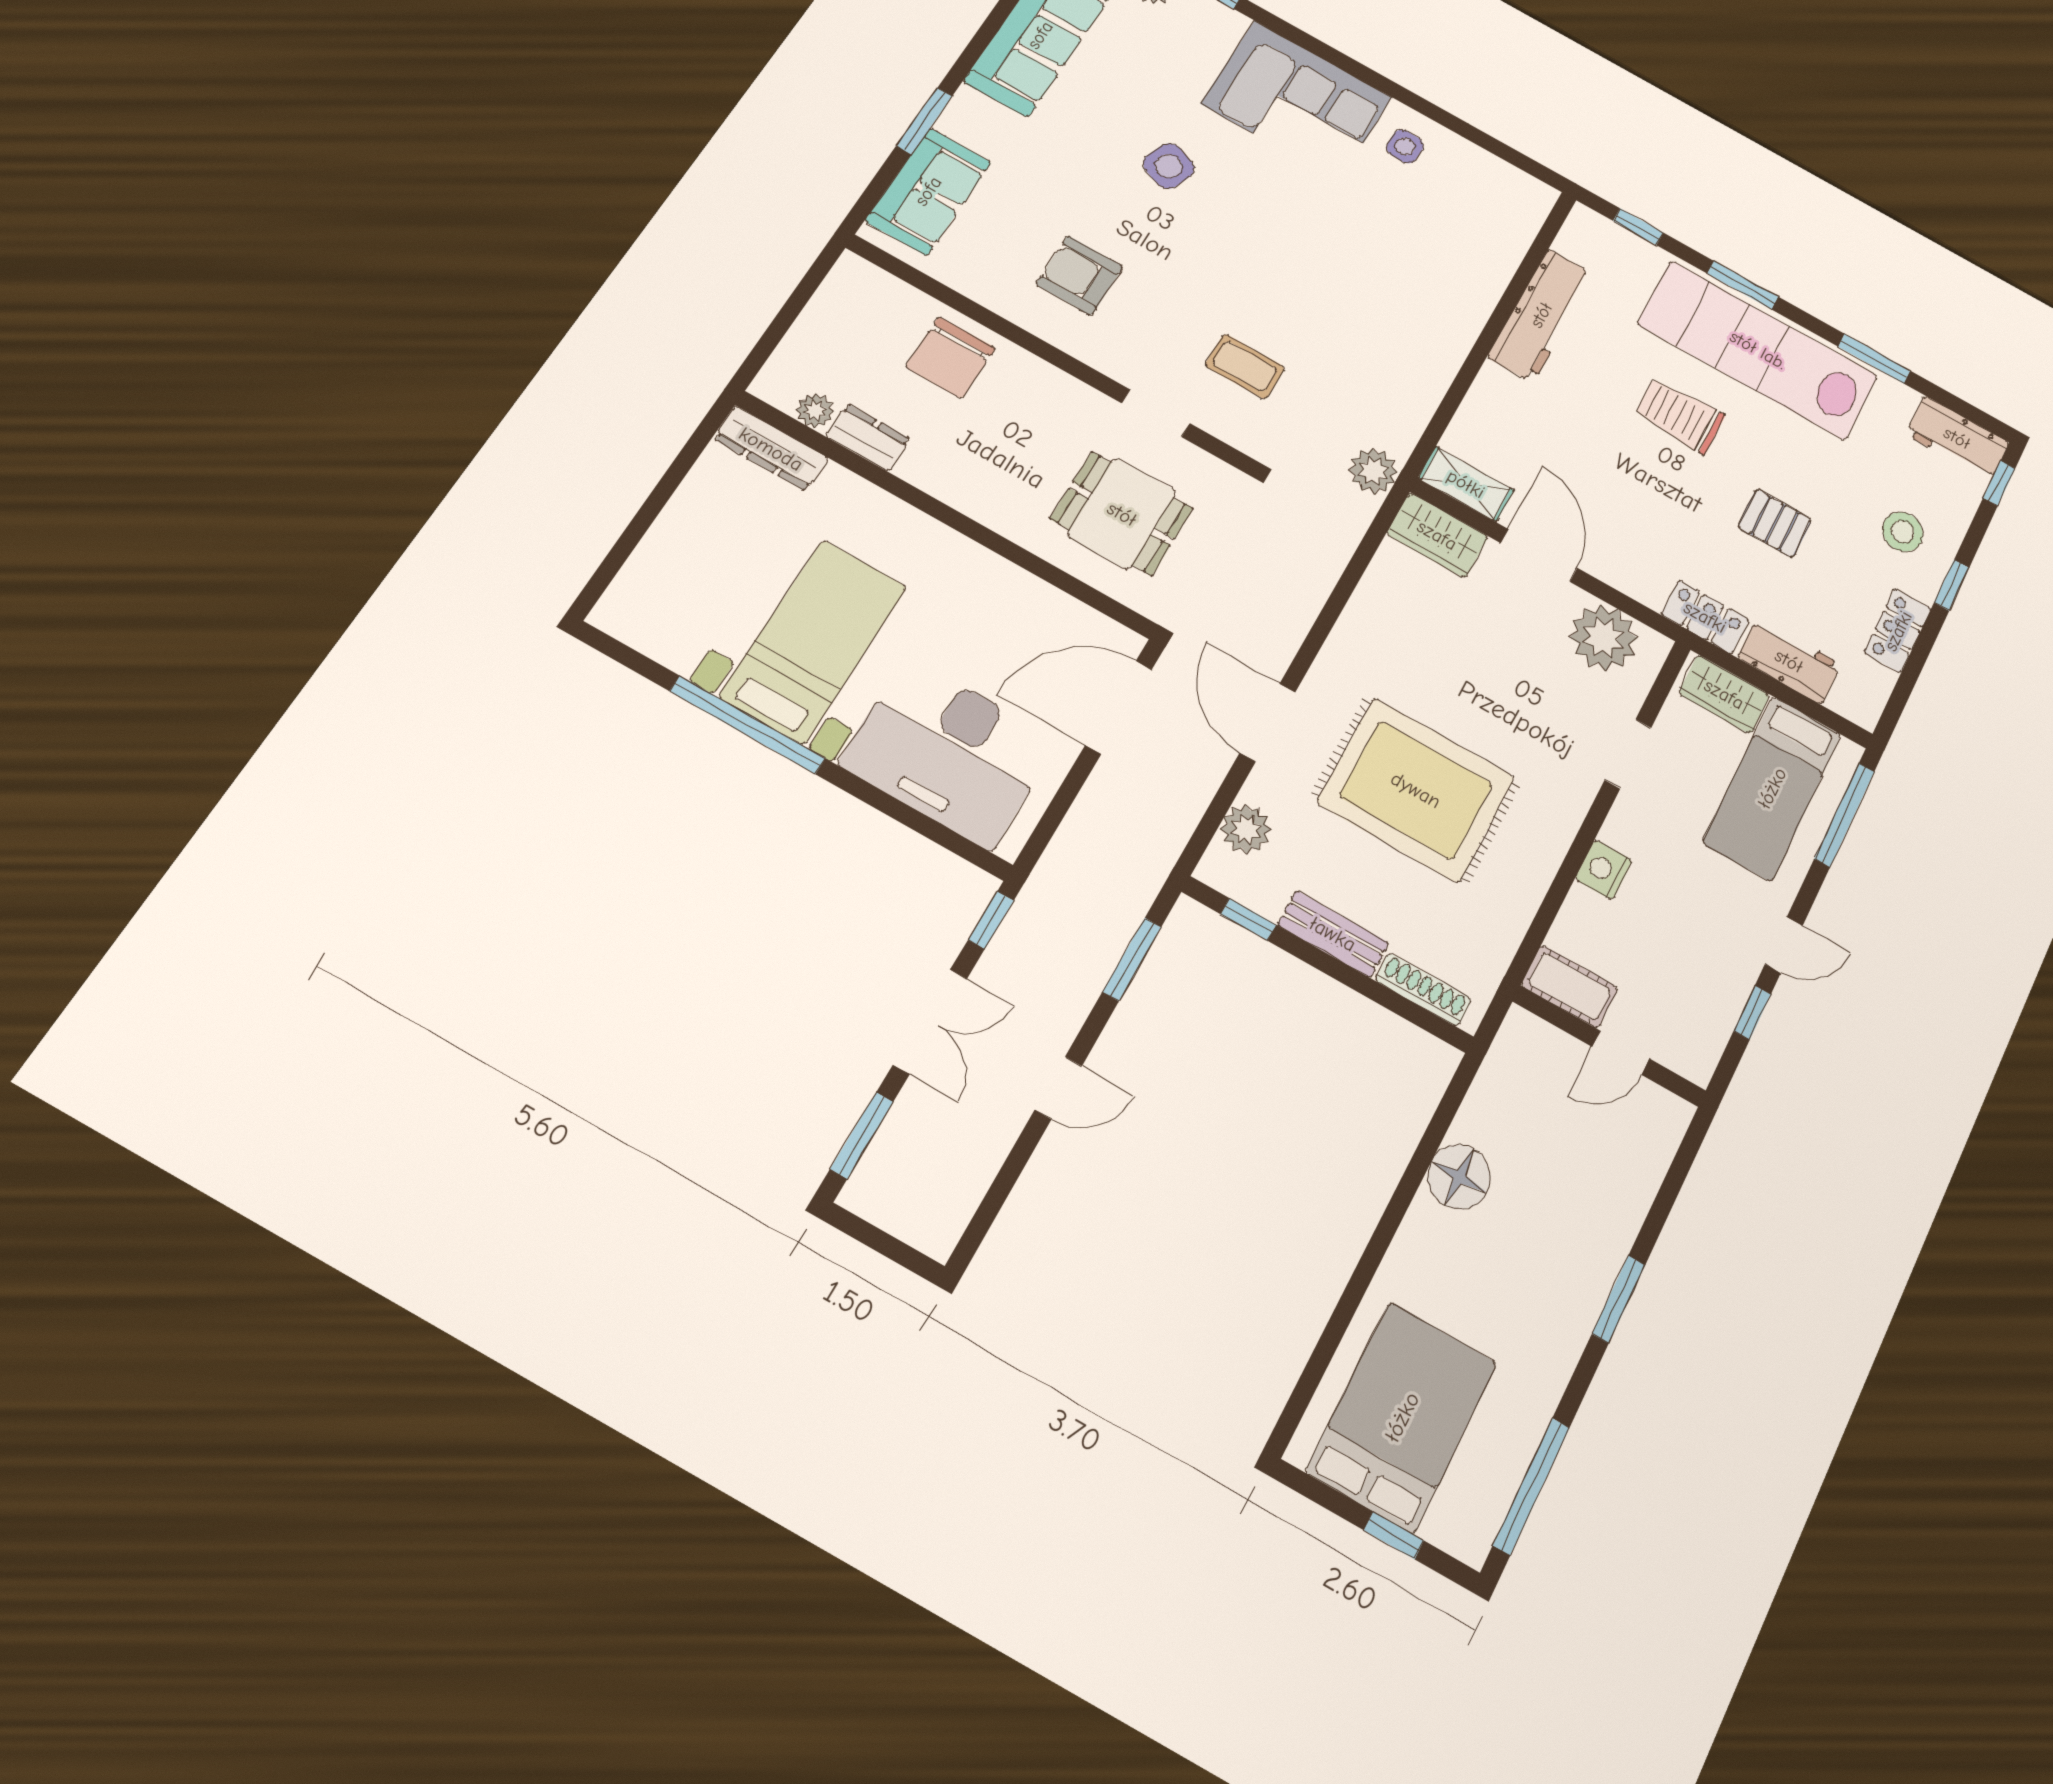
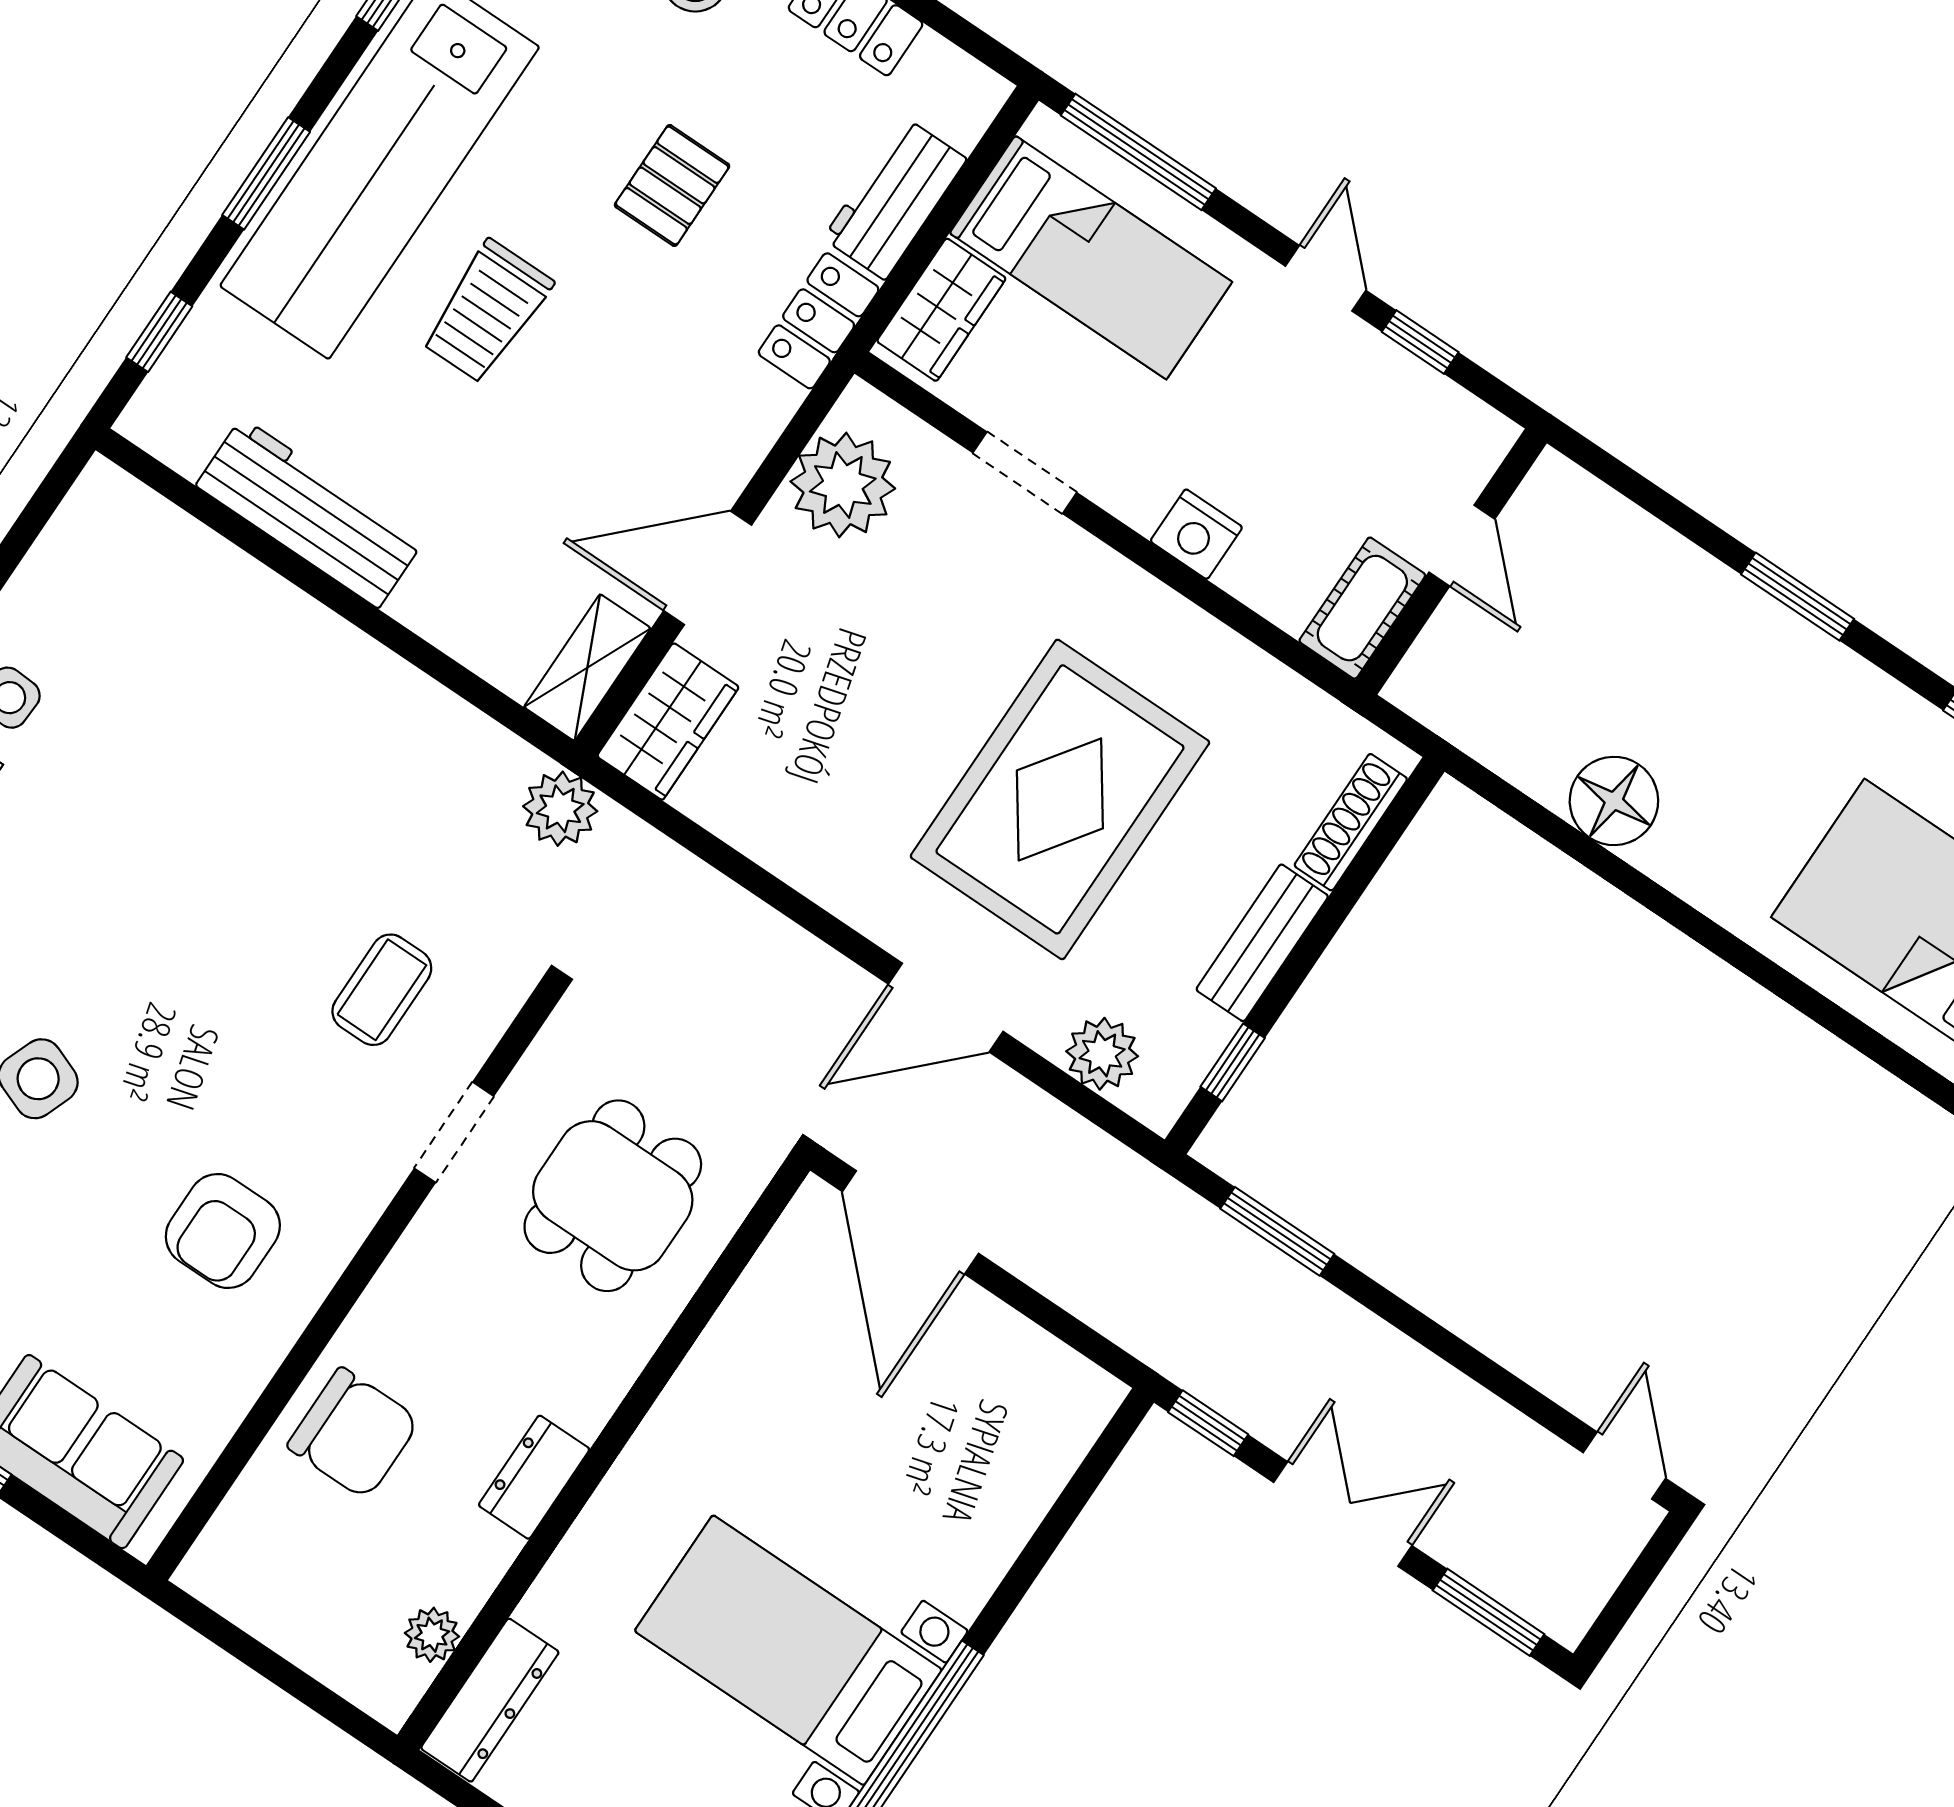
dresser: (868, 438) -> (534, 1477), moved
desk: (949, 753) -> (964, 1468), removed
door: (1058, 1088) -> (1624, 1466), moved

